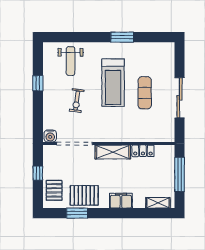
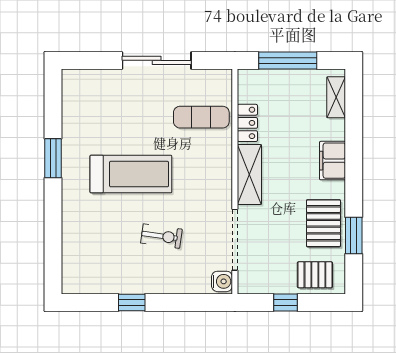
weight bench: (71, 61) -> (94, 247), removed
exercise mat: (145, 93) -> (201, 117), moved

